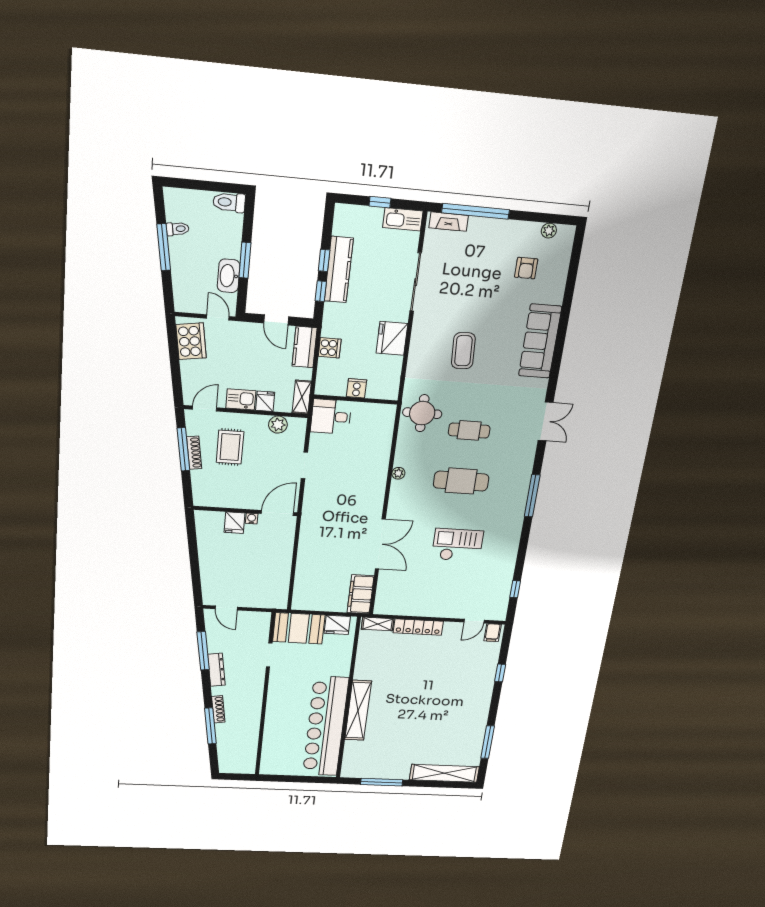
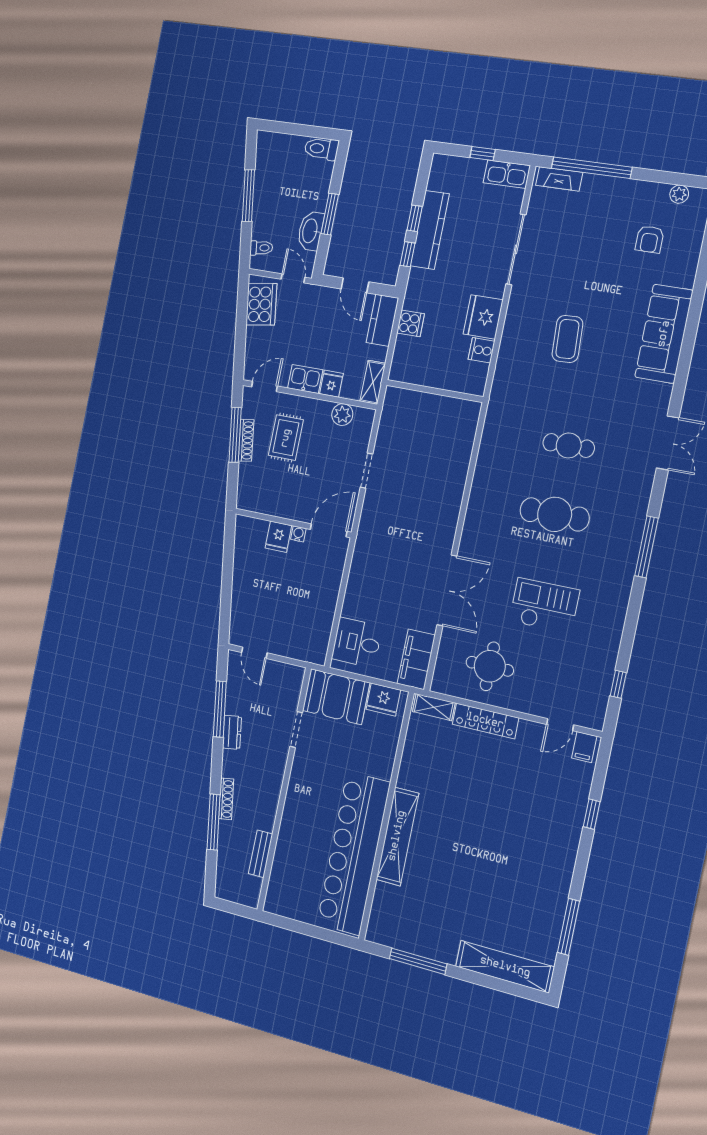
toilet: (178, 229) -> (261, 248), moved
cooker: (357, 388) -> (481, 350), moved, turned -90
round table: (422, 413) -> (490, 666), moved
desk: (331, 417) -> (357, 643), moved
plant: (398, 473) -> (477, 494), removed
dresser: (216, 670) -> (232, 732), width x0.70
bench: (252, 739) -> (261, 854), added

